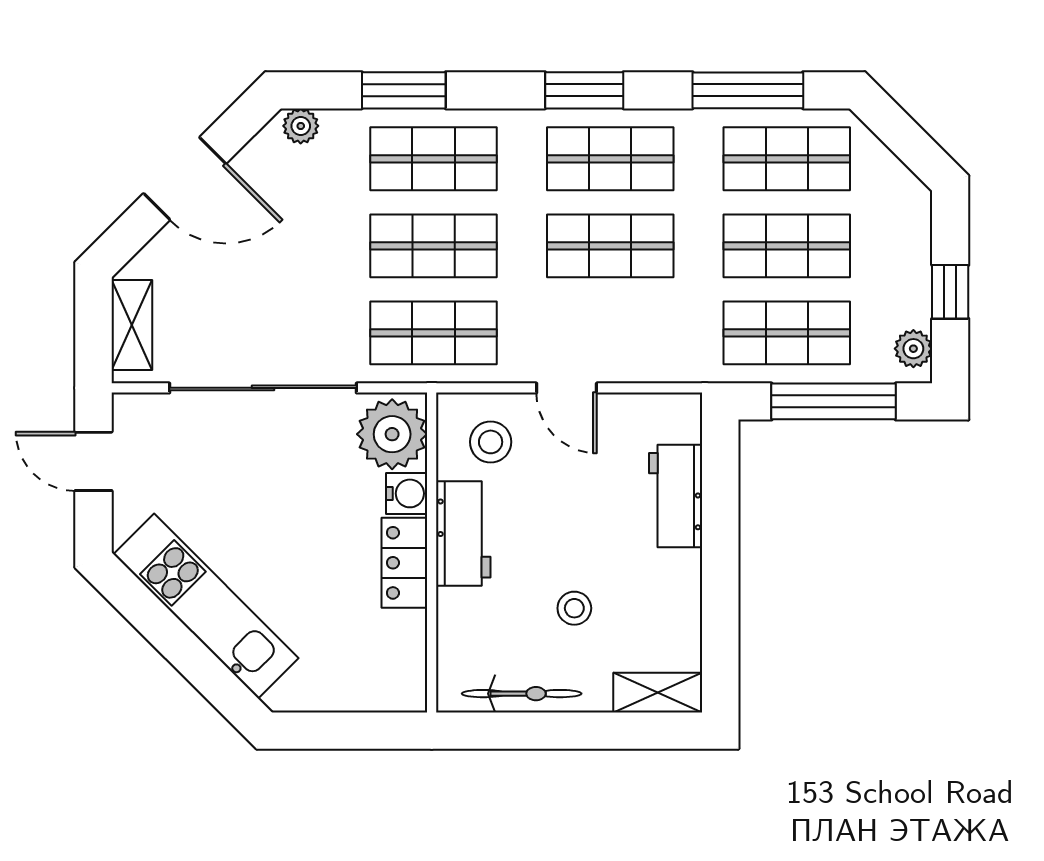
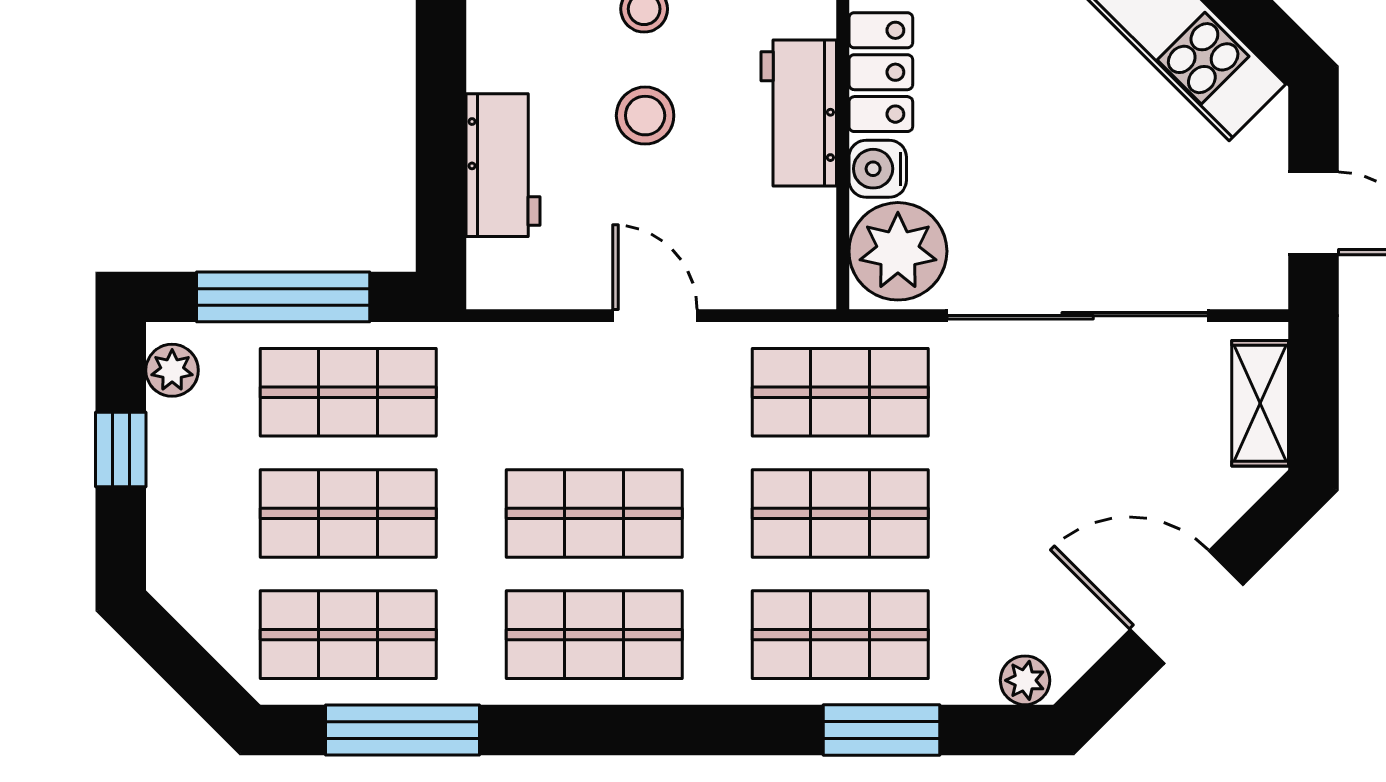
window: (584, 90) -> (630, 730), removed
stool: (491, 442) -> (645, 116), moved

